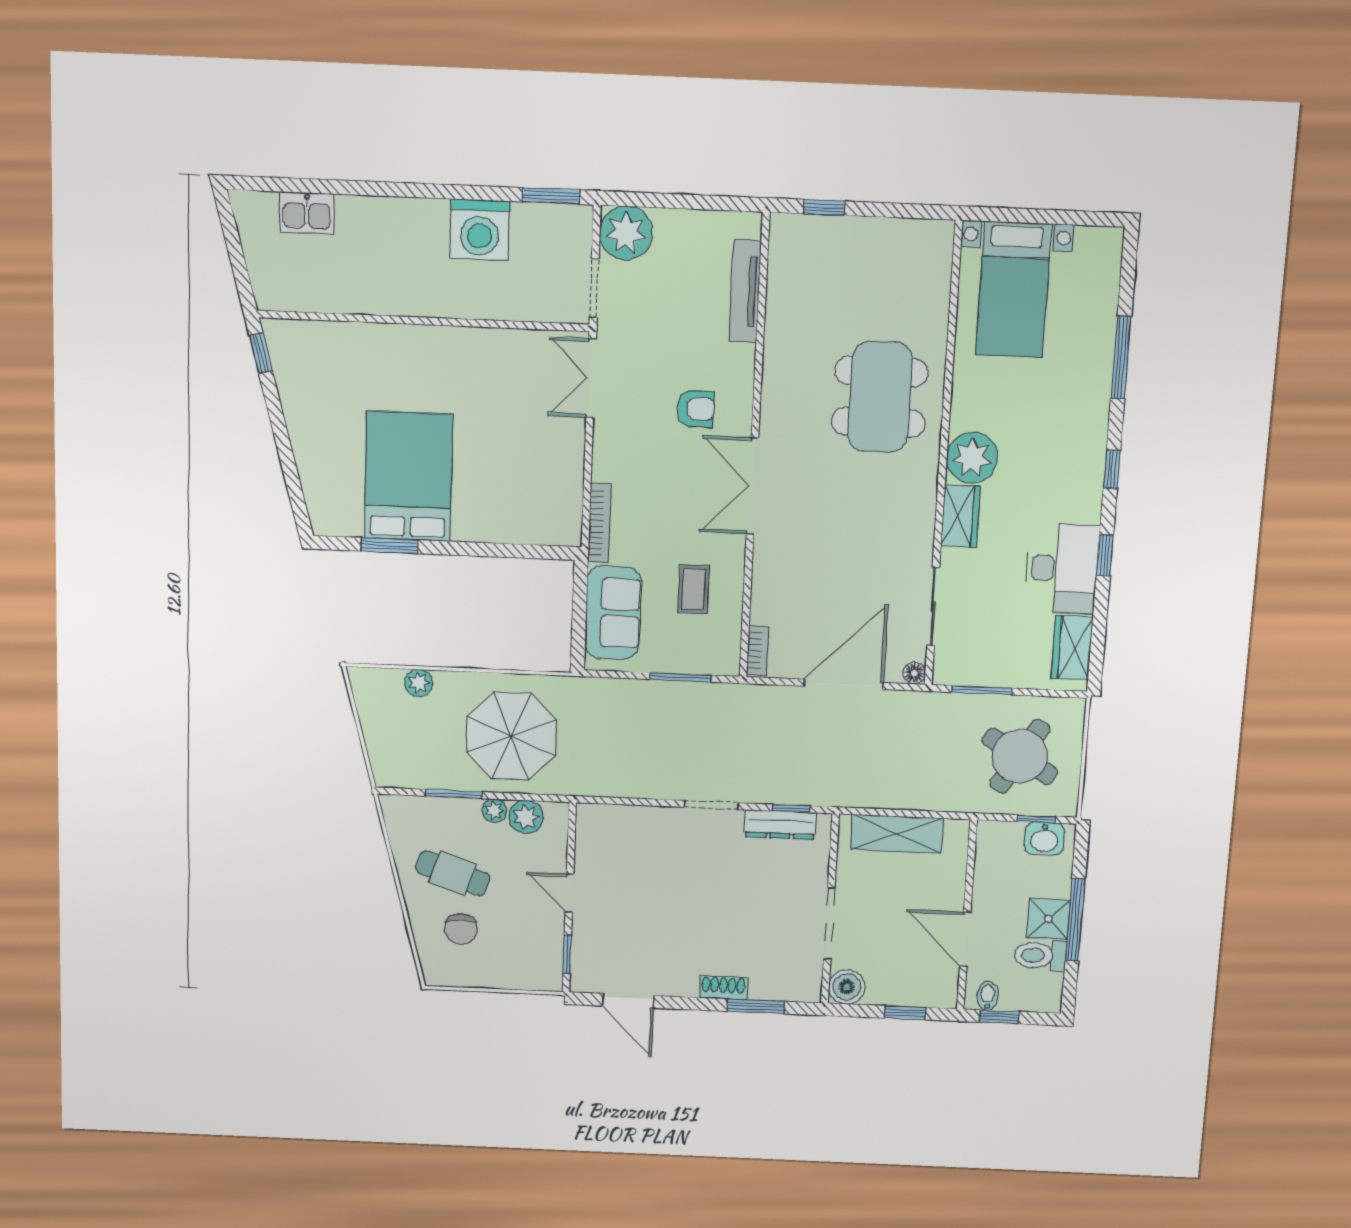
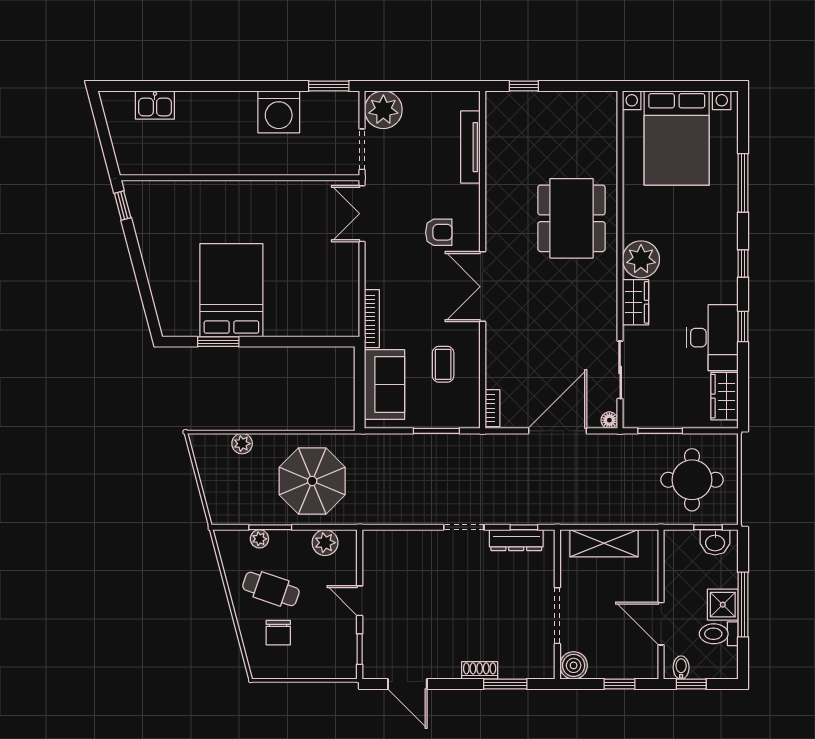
bed with nightstands: (1013, 290) -> (677, 138), width x1.36
round table: (1020, 756) -> (692, 480), turned -31
plant: (494, 811) -> (259, 539), moved

